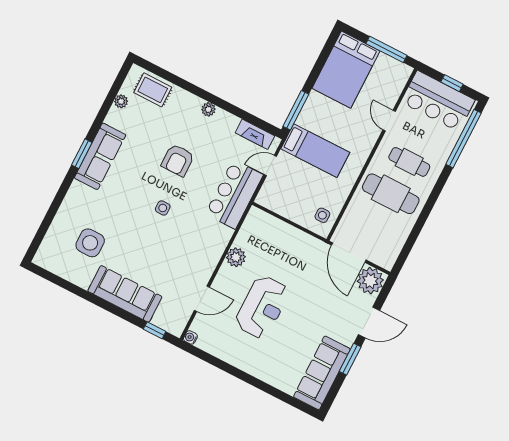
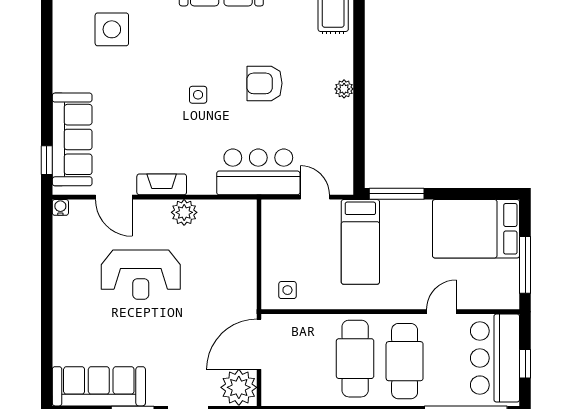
fireplace: (255, 134) -> (162, 184), moved, turned 90
cafe table: (409, 162) -> (405, 361), width x1.37, depth x1.35
sofa: (125, 294) -> (72, 139), moved

